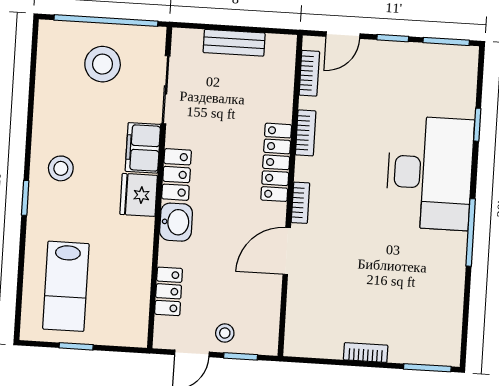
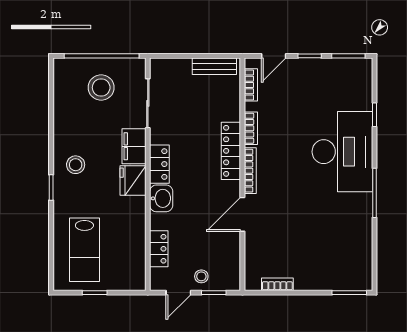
bench: (234, 43) -> (214, 66), moved
bookcase: (300, 203) -> (250, 171), width x1.56
bookcase: (366, 353) -> (277, 284), moved

